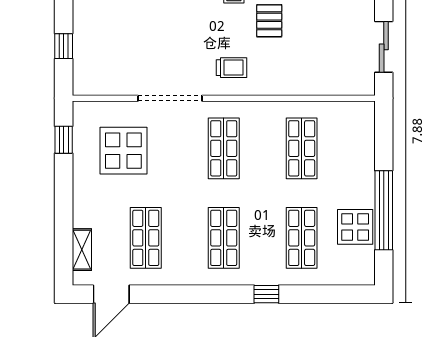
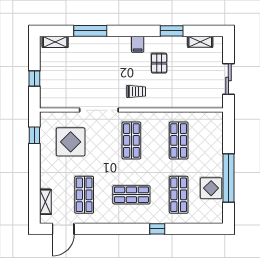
shop shelf: (224, 238) -> (131, 195), turned 90

